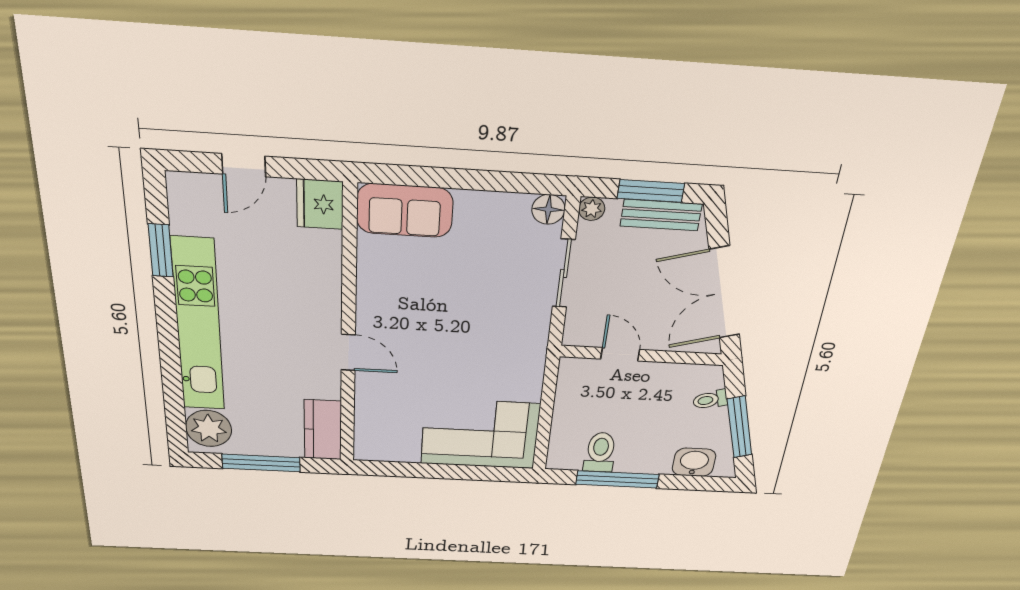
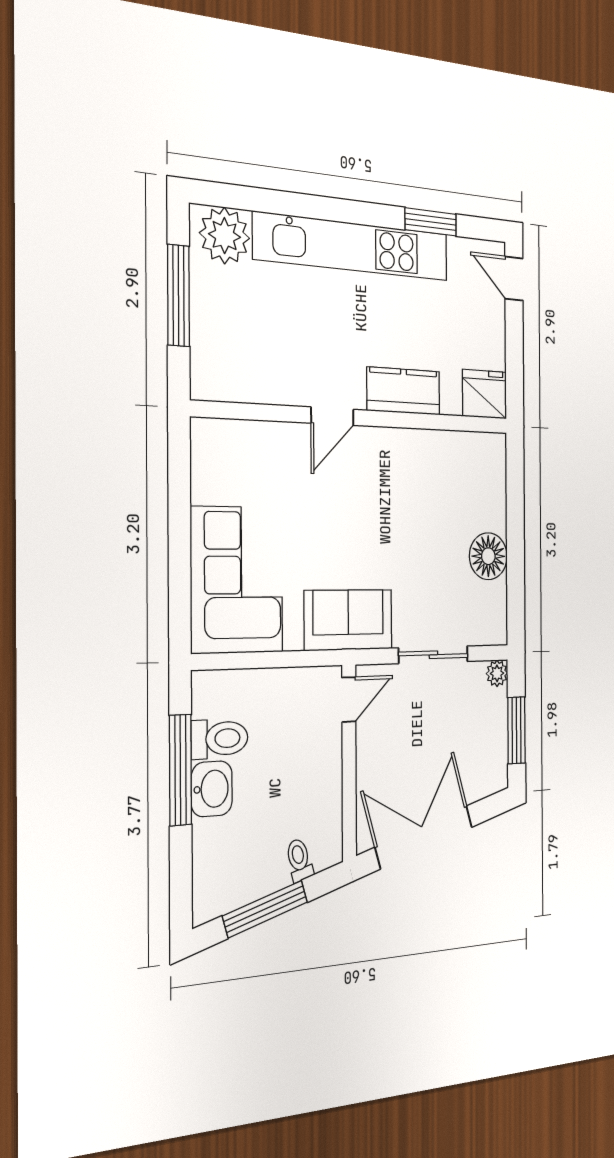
door: (244, 165) -> (514, 279), moved
floor lamp: (548, 209) -> (488, 556), moved, width x1.38, depth x1.38
sofa: (405, 211) -> (348, 620), moved, turned 90
bench: (661, 215) -> (496, 746), removed
door: (620, 354) -> (349, 700), moved
kitchen counter: (323, 430) -> (404, 391), moved
washbasin: (694, 462) -> (212, 789), moved

